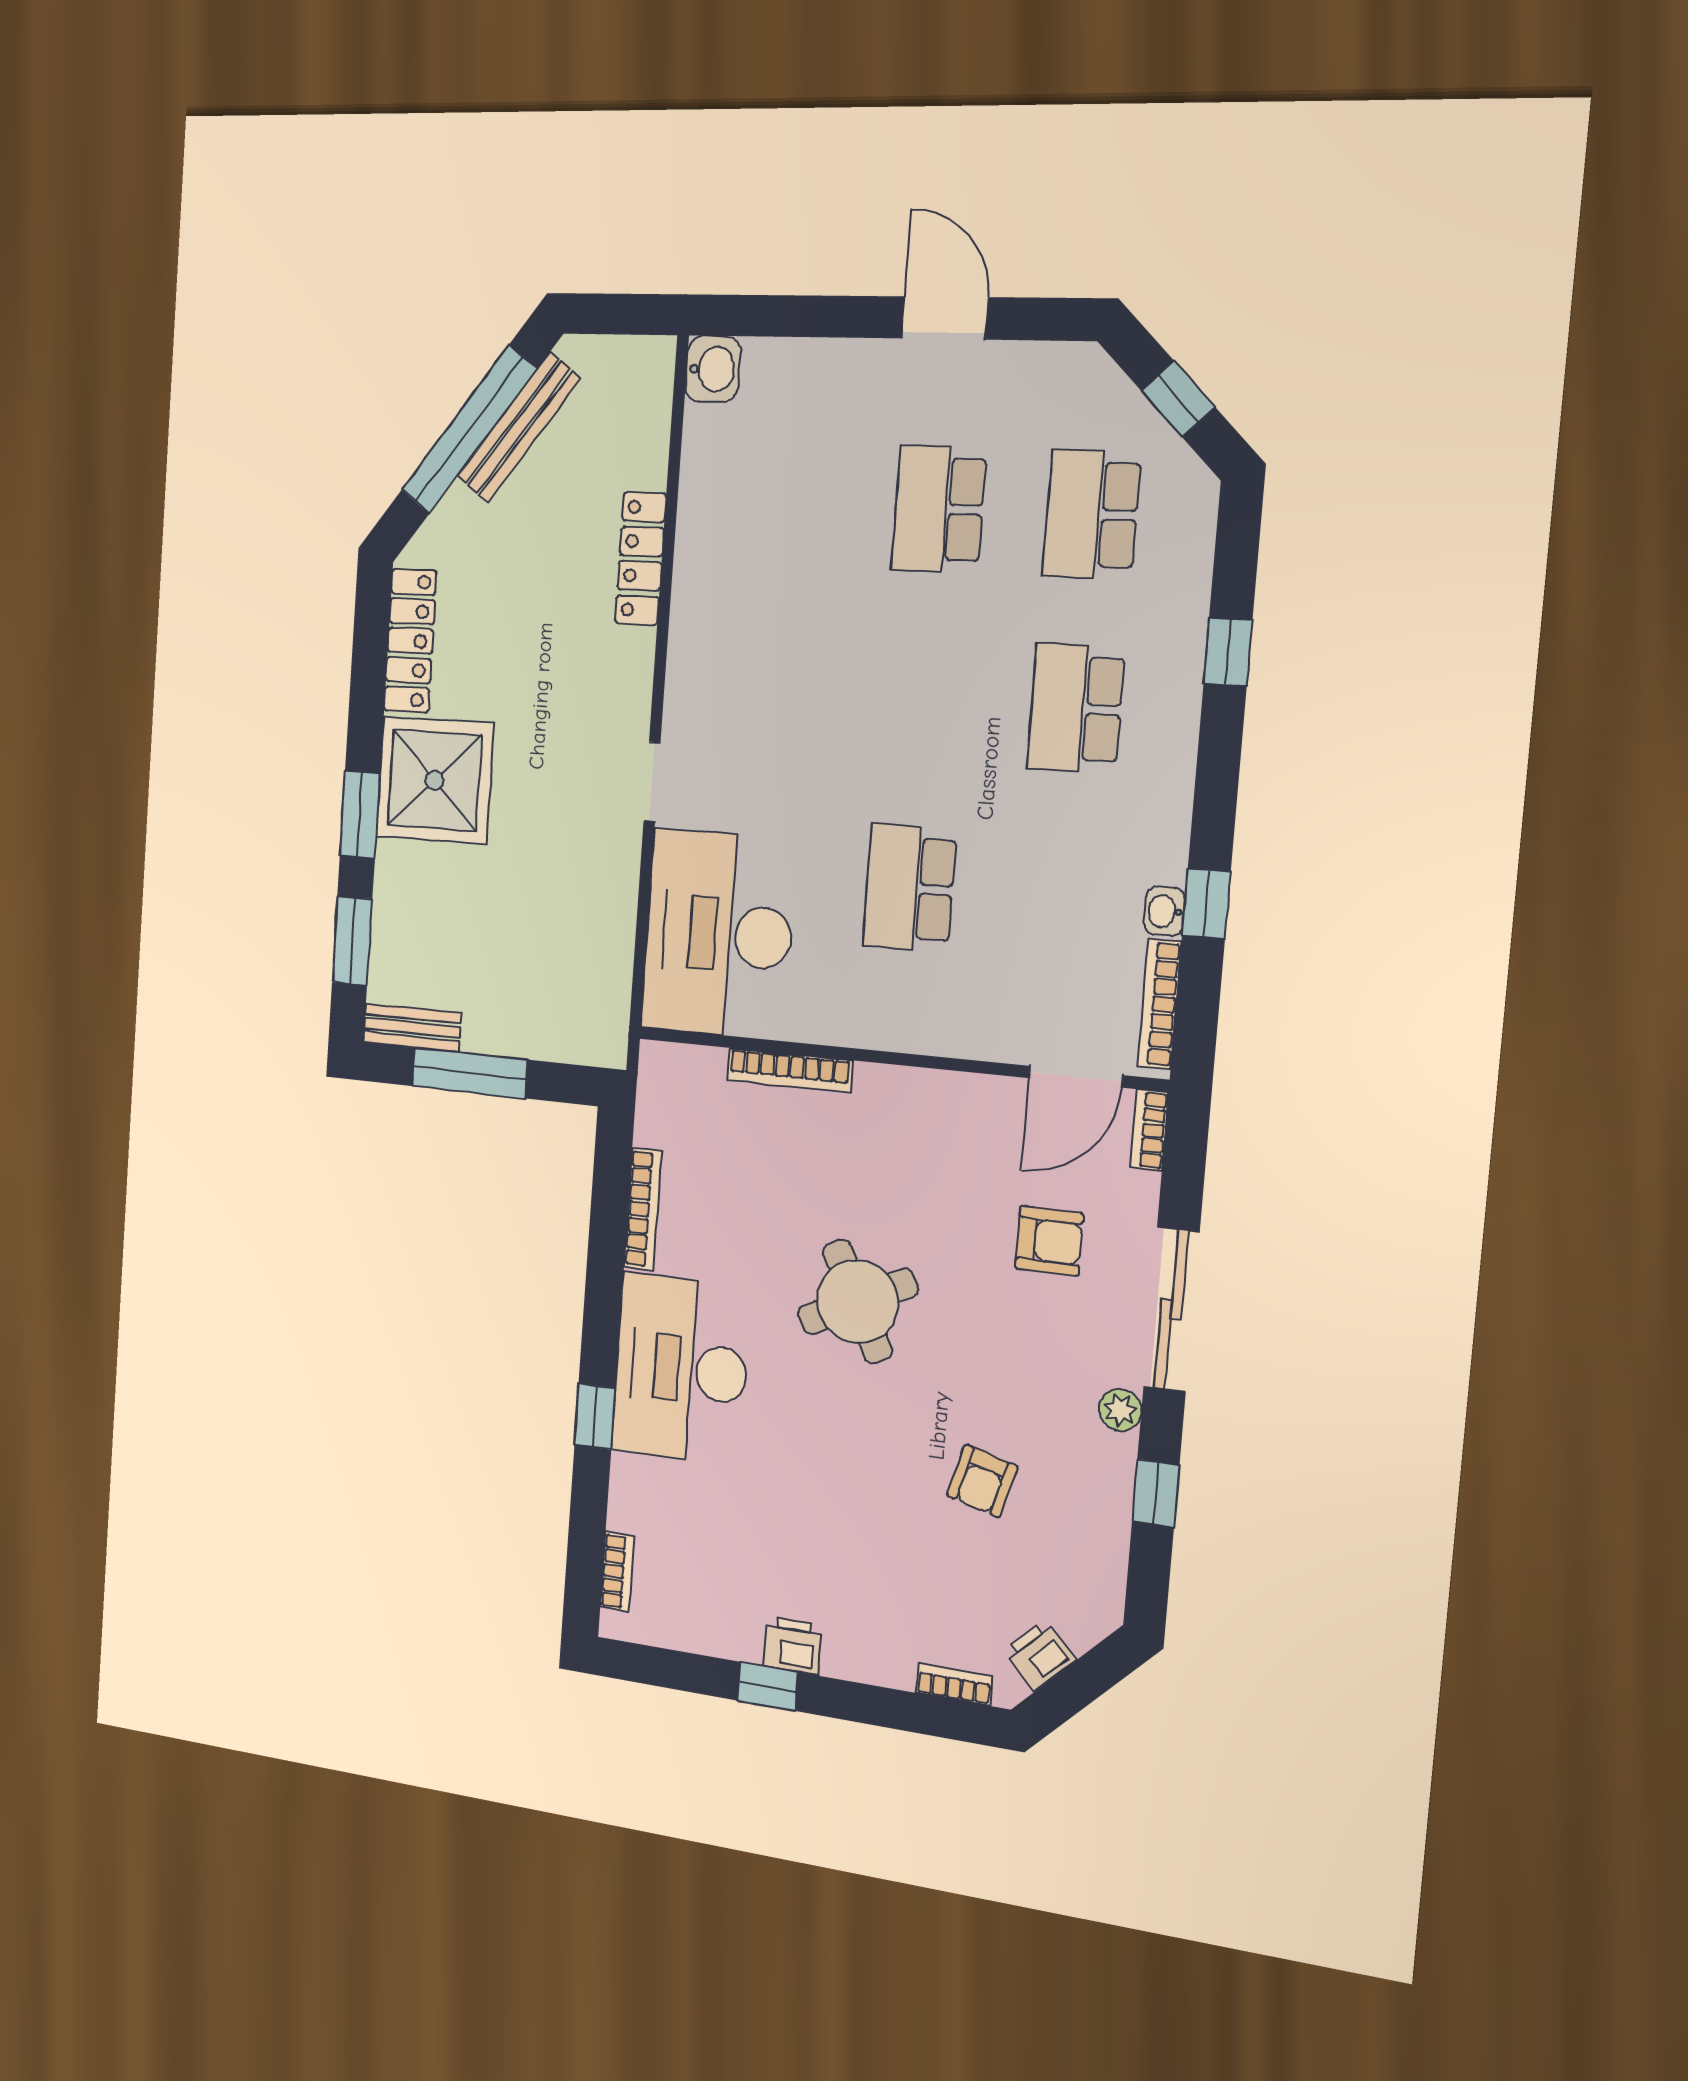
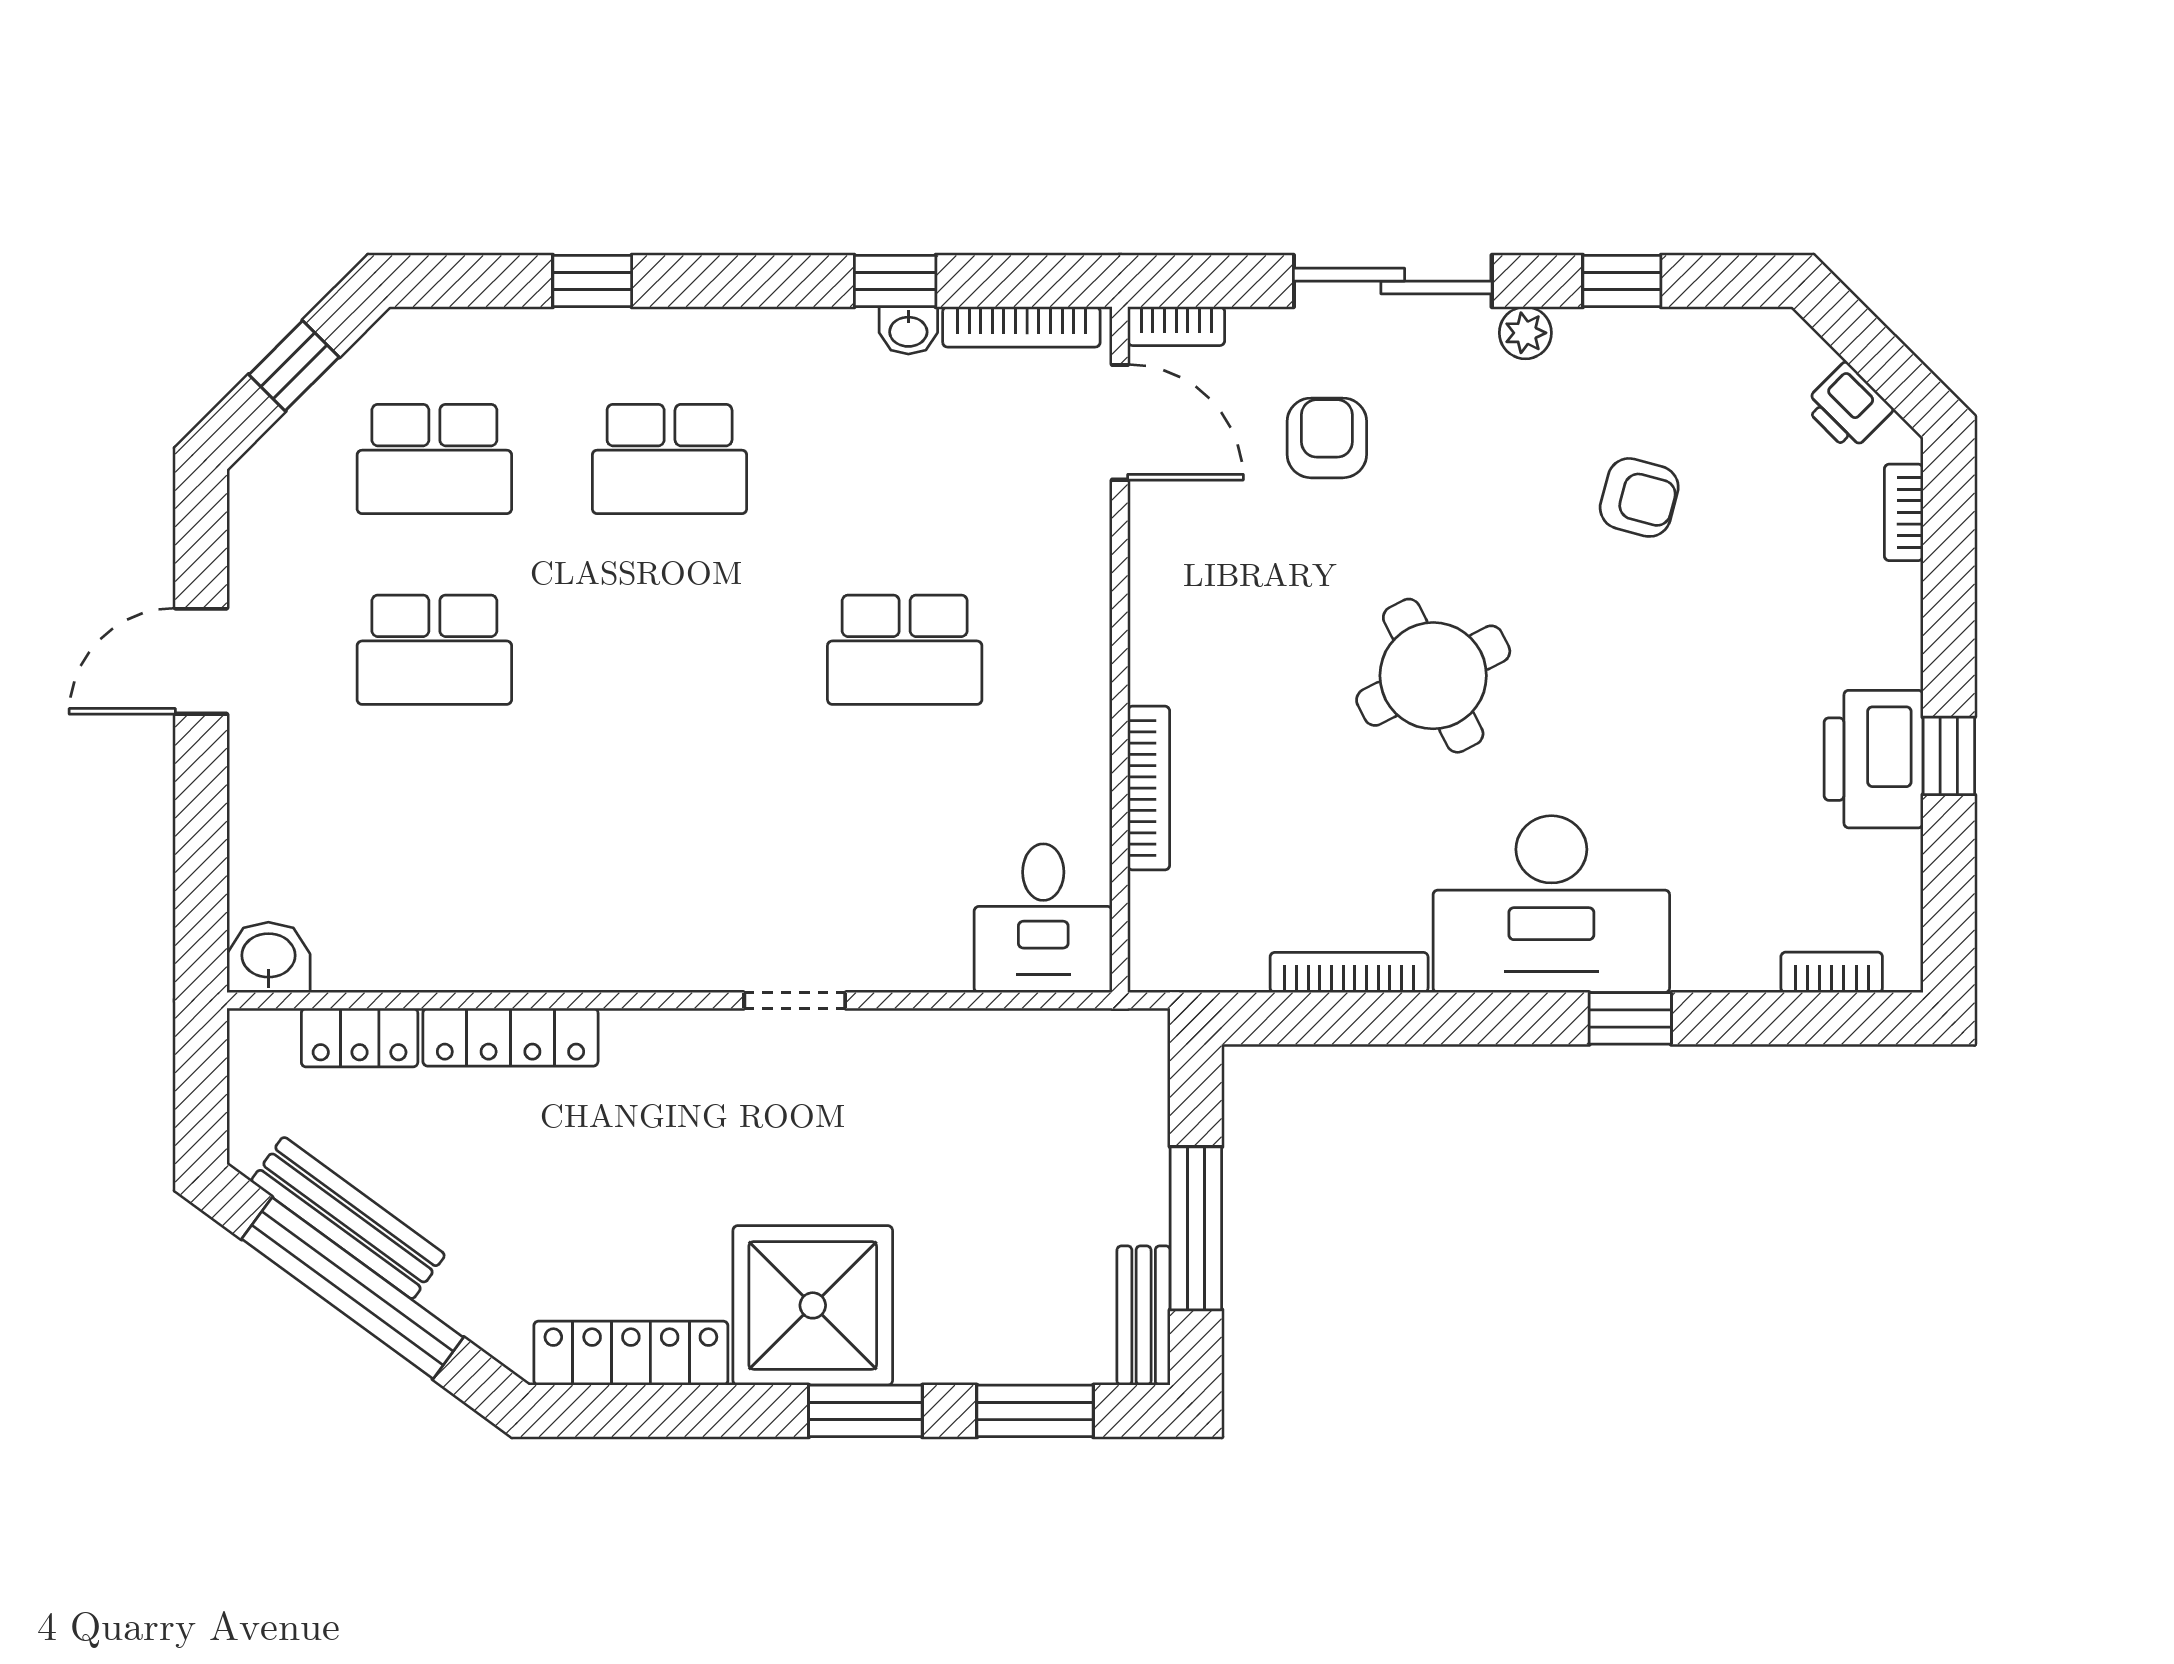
locker: (648, 440) -> (360, 1038), added
desk: (718, 934) -> (1043, 918), width x0.53, depth x0.77
printer: (792, 1645) -> (1874, 759), width x1.87, depth x1.48

